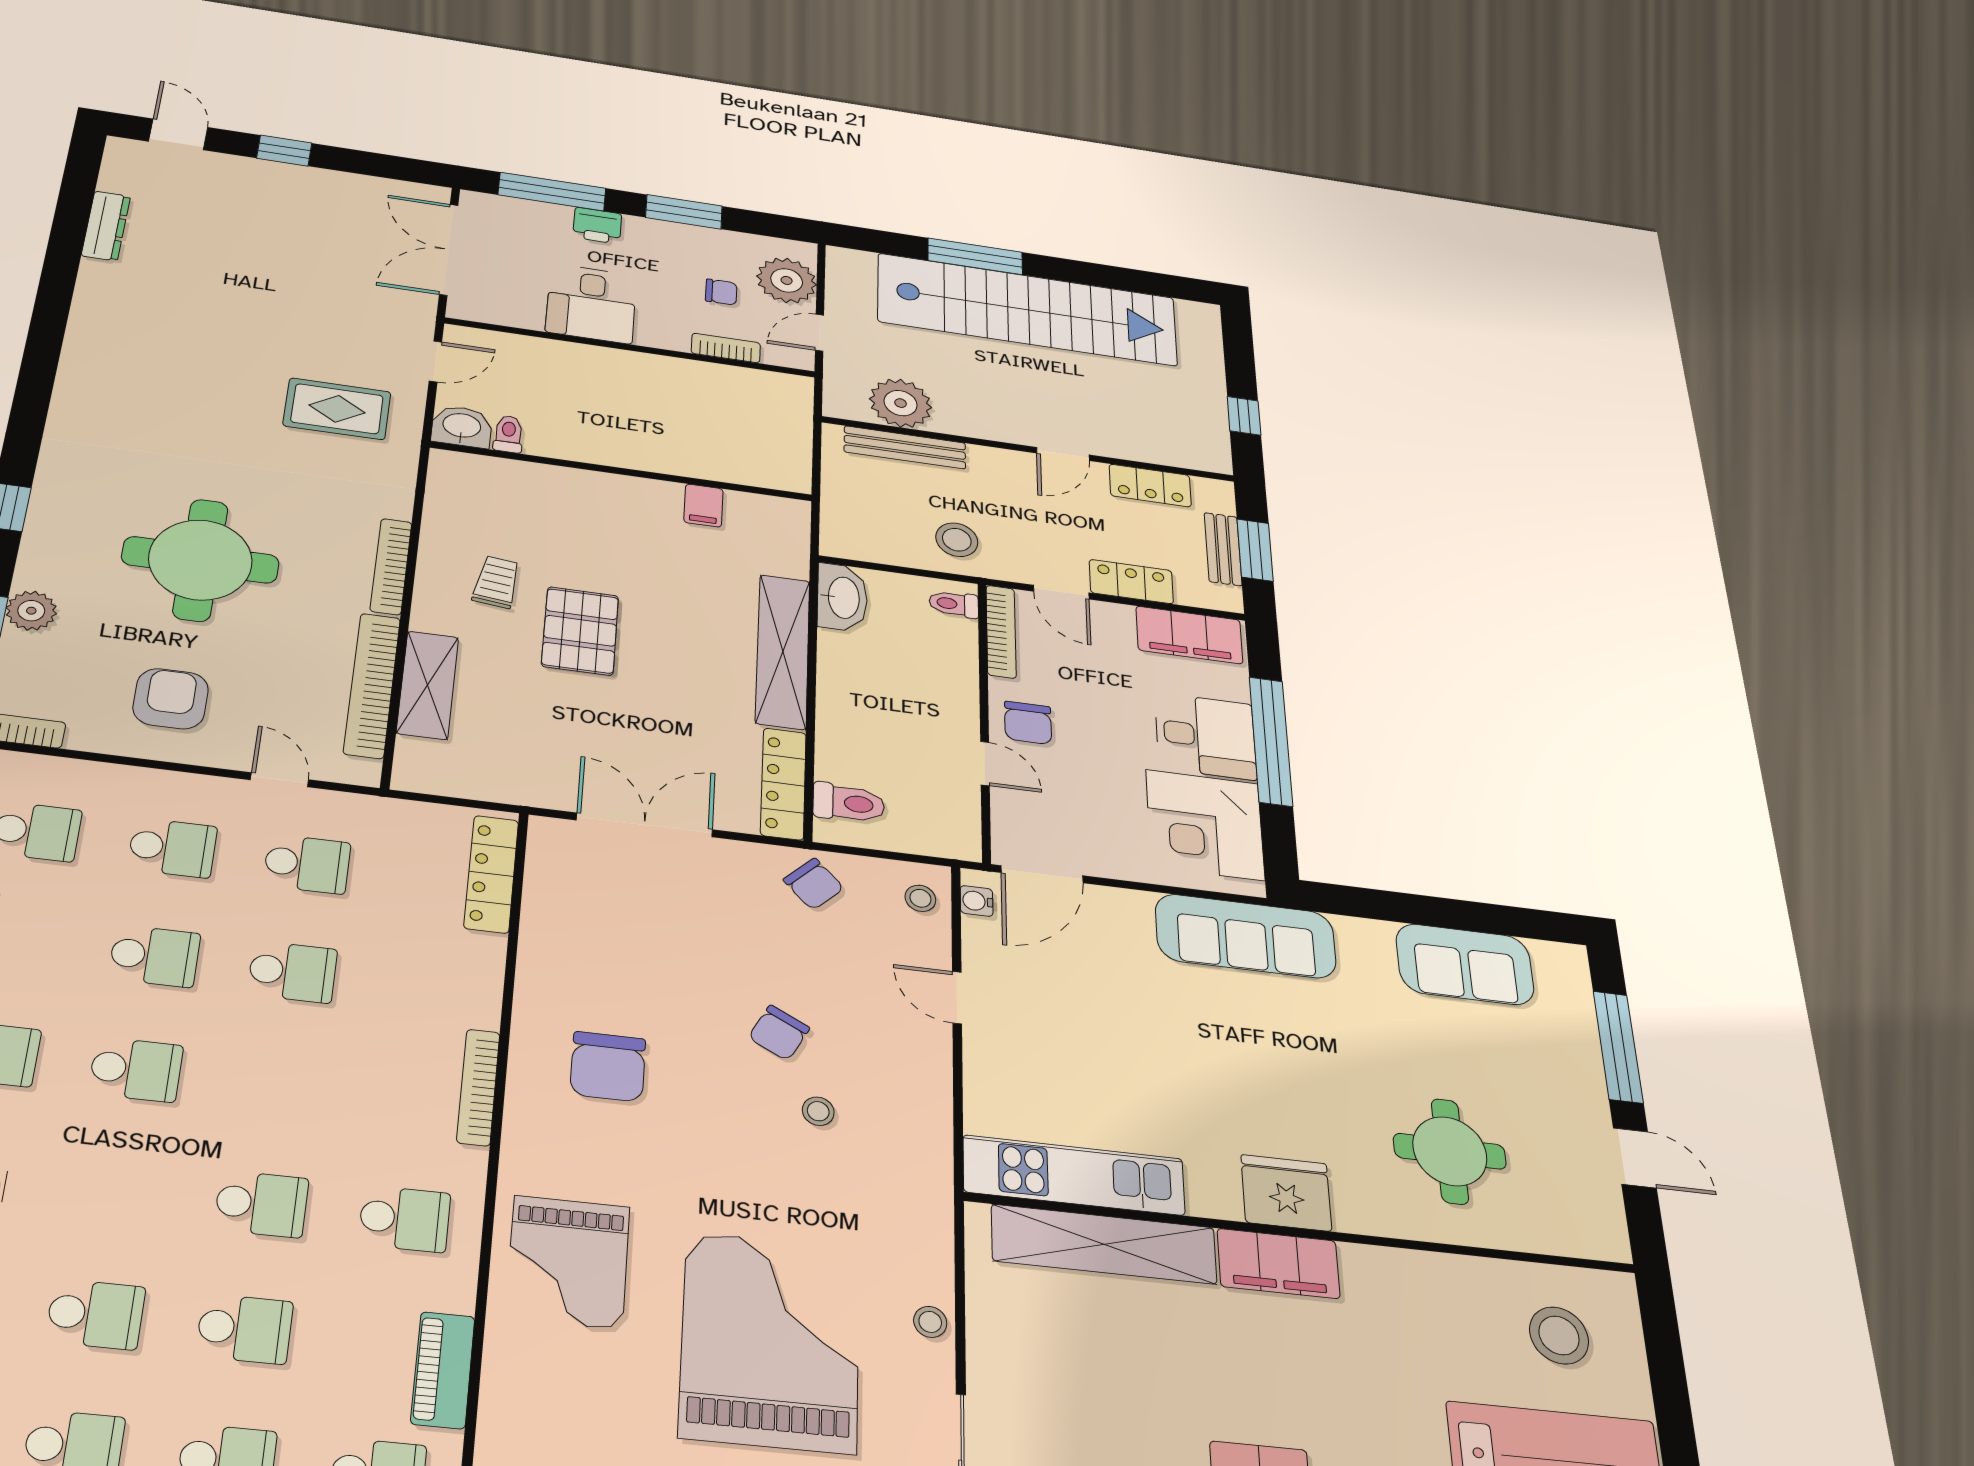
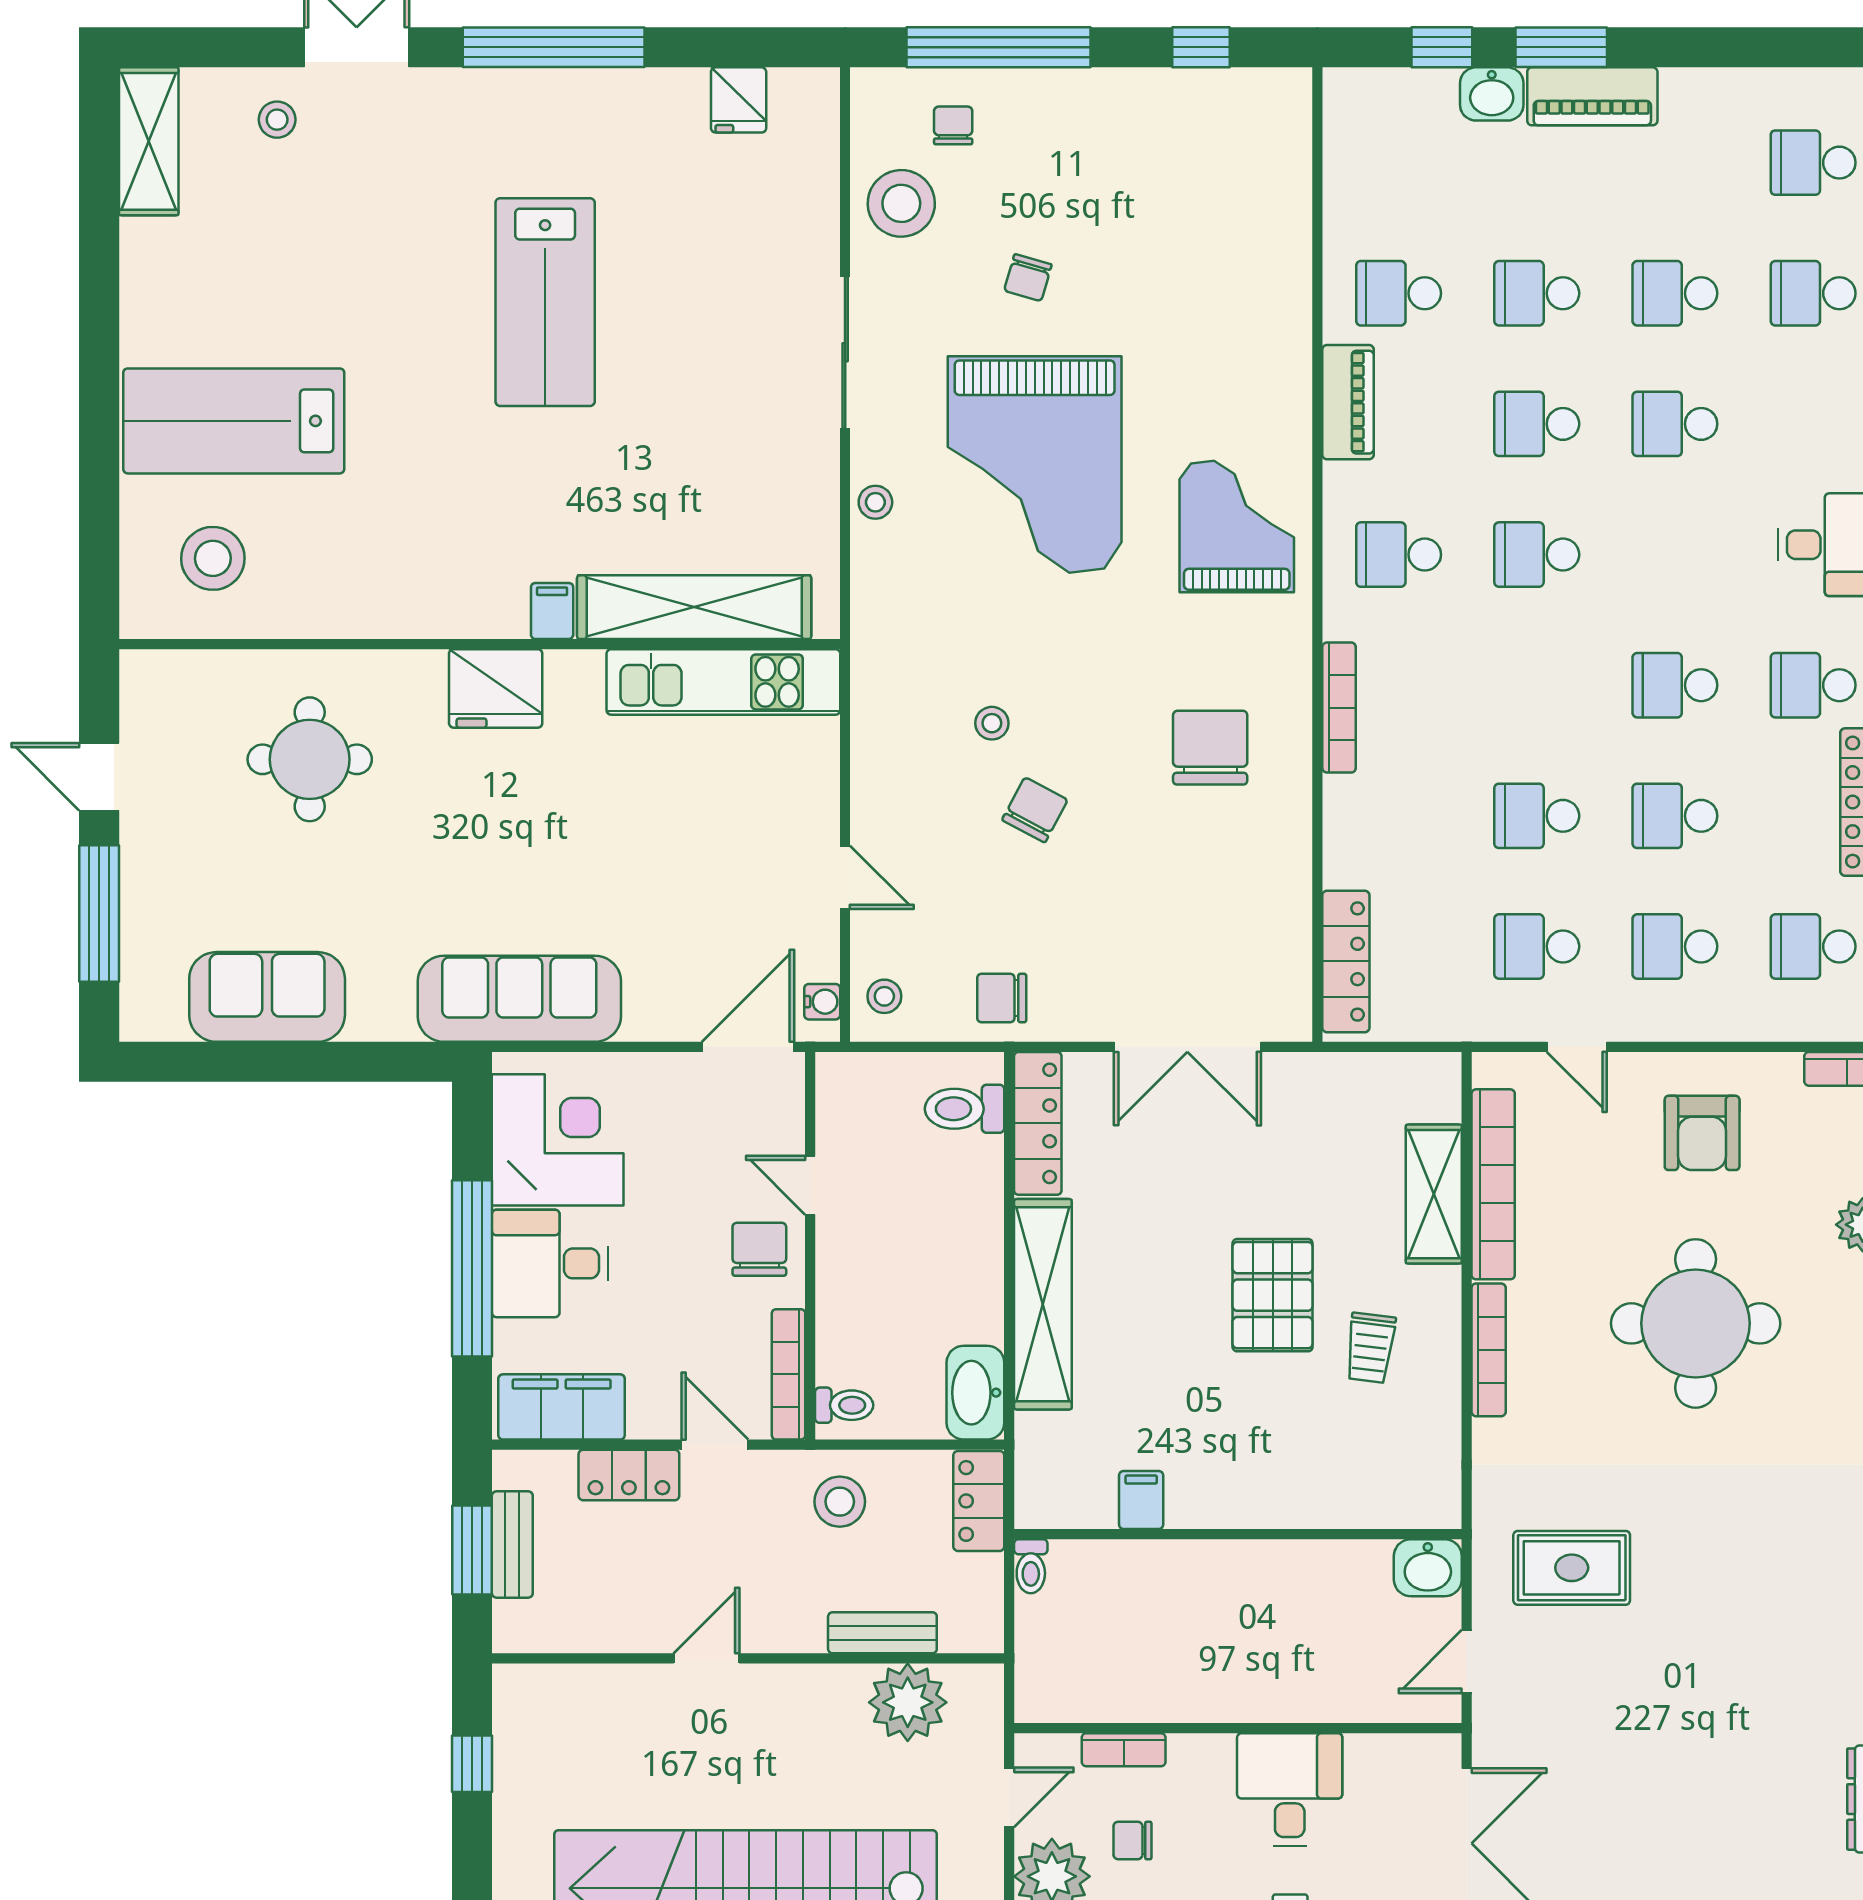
toilet: (508, 434) -> (1031, 1566), moved
bench: (905, 447) -> (882, 1633), width x0.73
locker: (1150, 485) -> (979, 1501), moved, turned -90
chair: (814, 884) -> (1002, 998), turned -46
filing cabinet: (1279, 1264) -> (552, 611), width x0.33, depth x0.86

